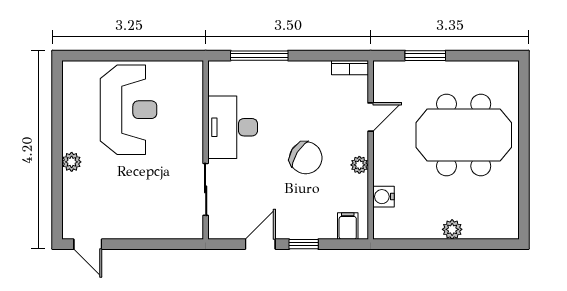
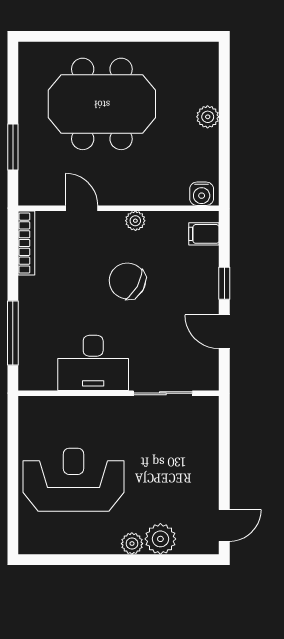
bookcase: (350, 68) -> (26, 243), width x1.56
meeting table: (464, 135) -> (102, 104), turned 90
chair: (306, 158) -> (127, 281), turned -93
plant: (76, 187) -> (160, 539), added
water cooler: (384, 197) -> (202, 194), moved

